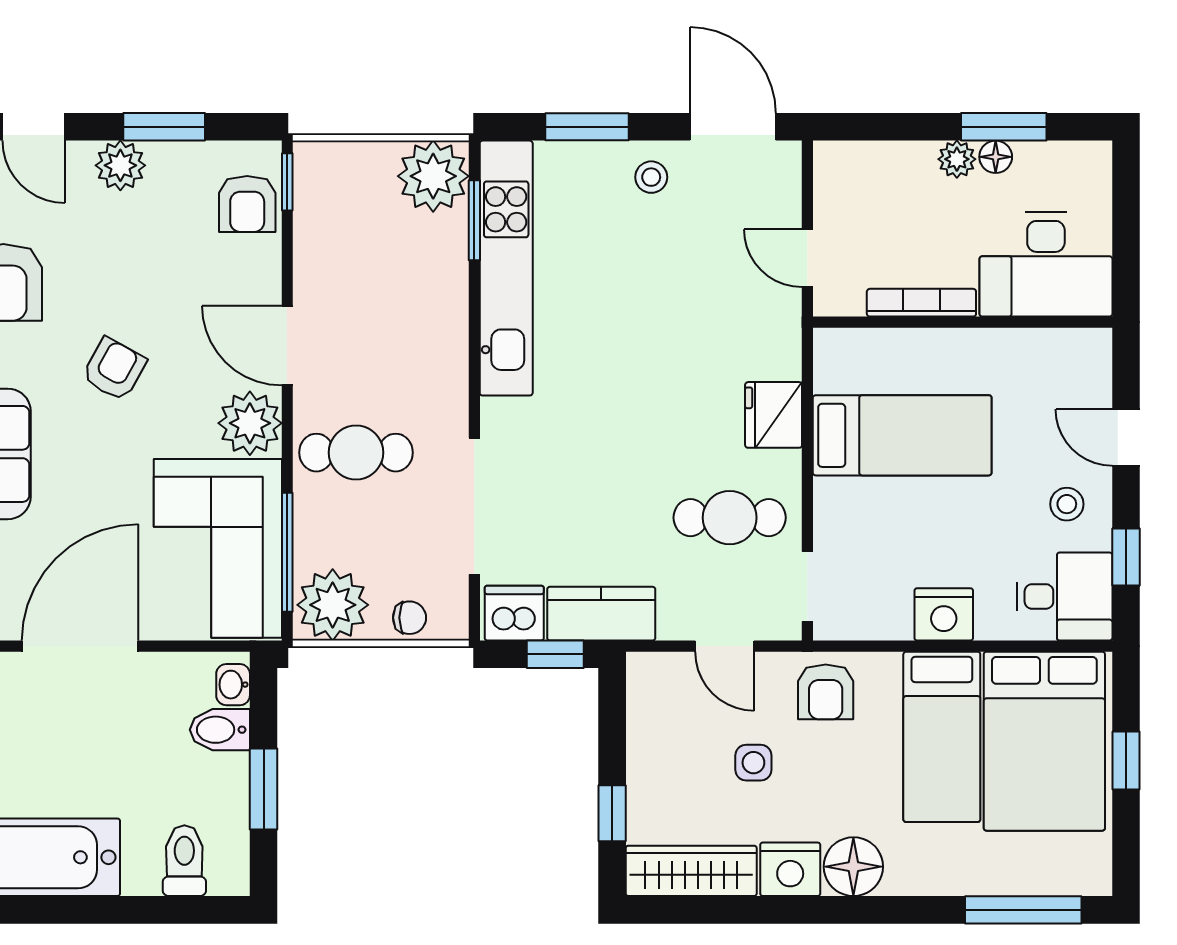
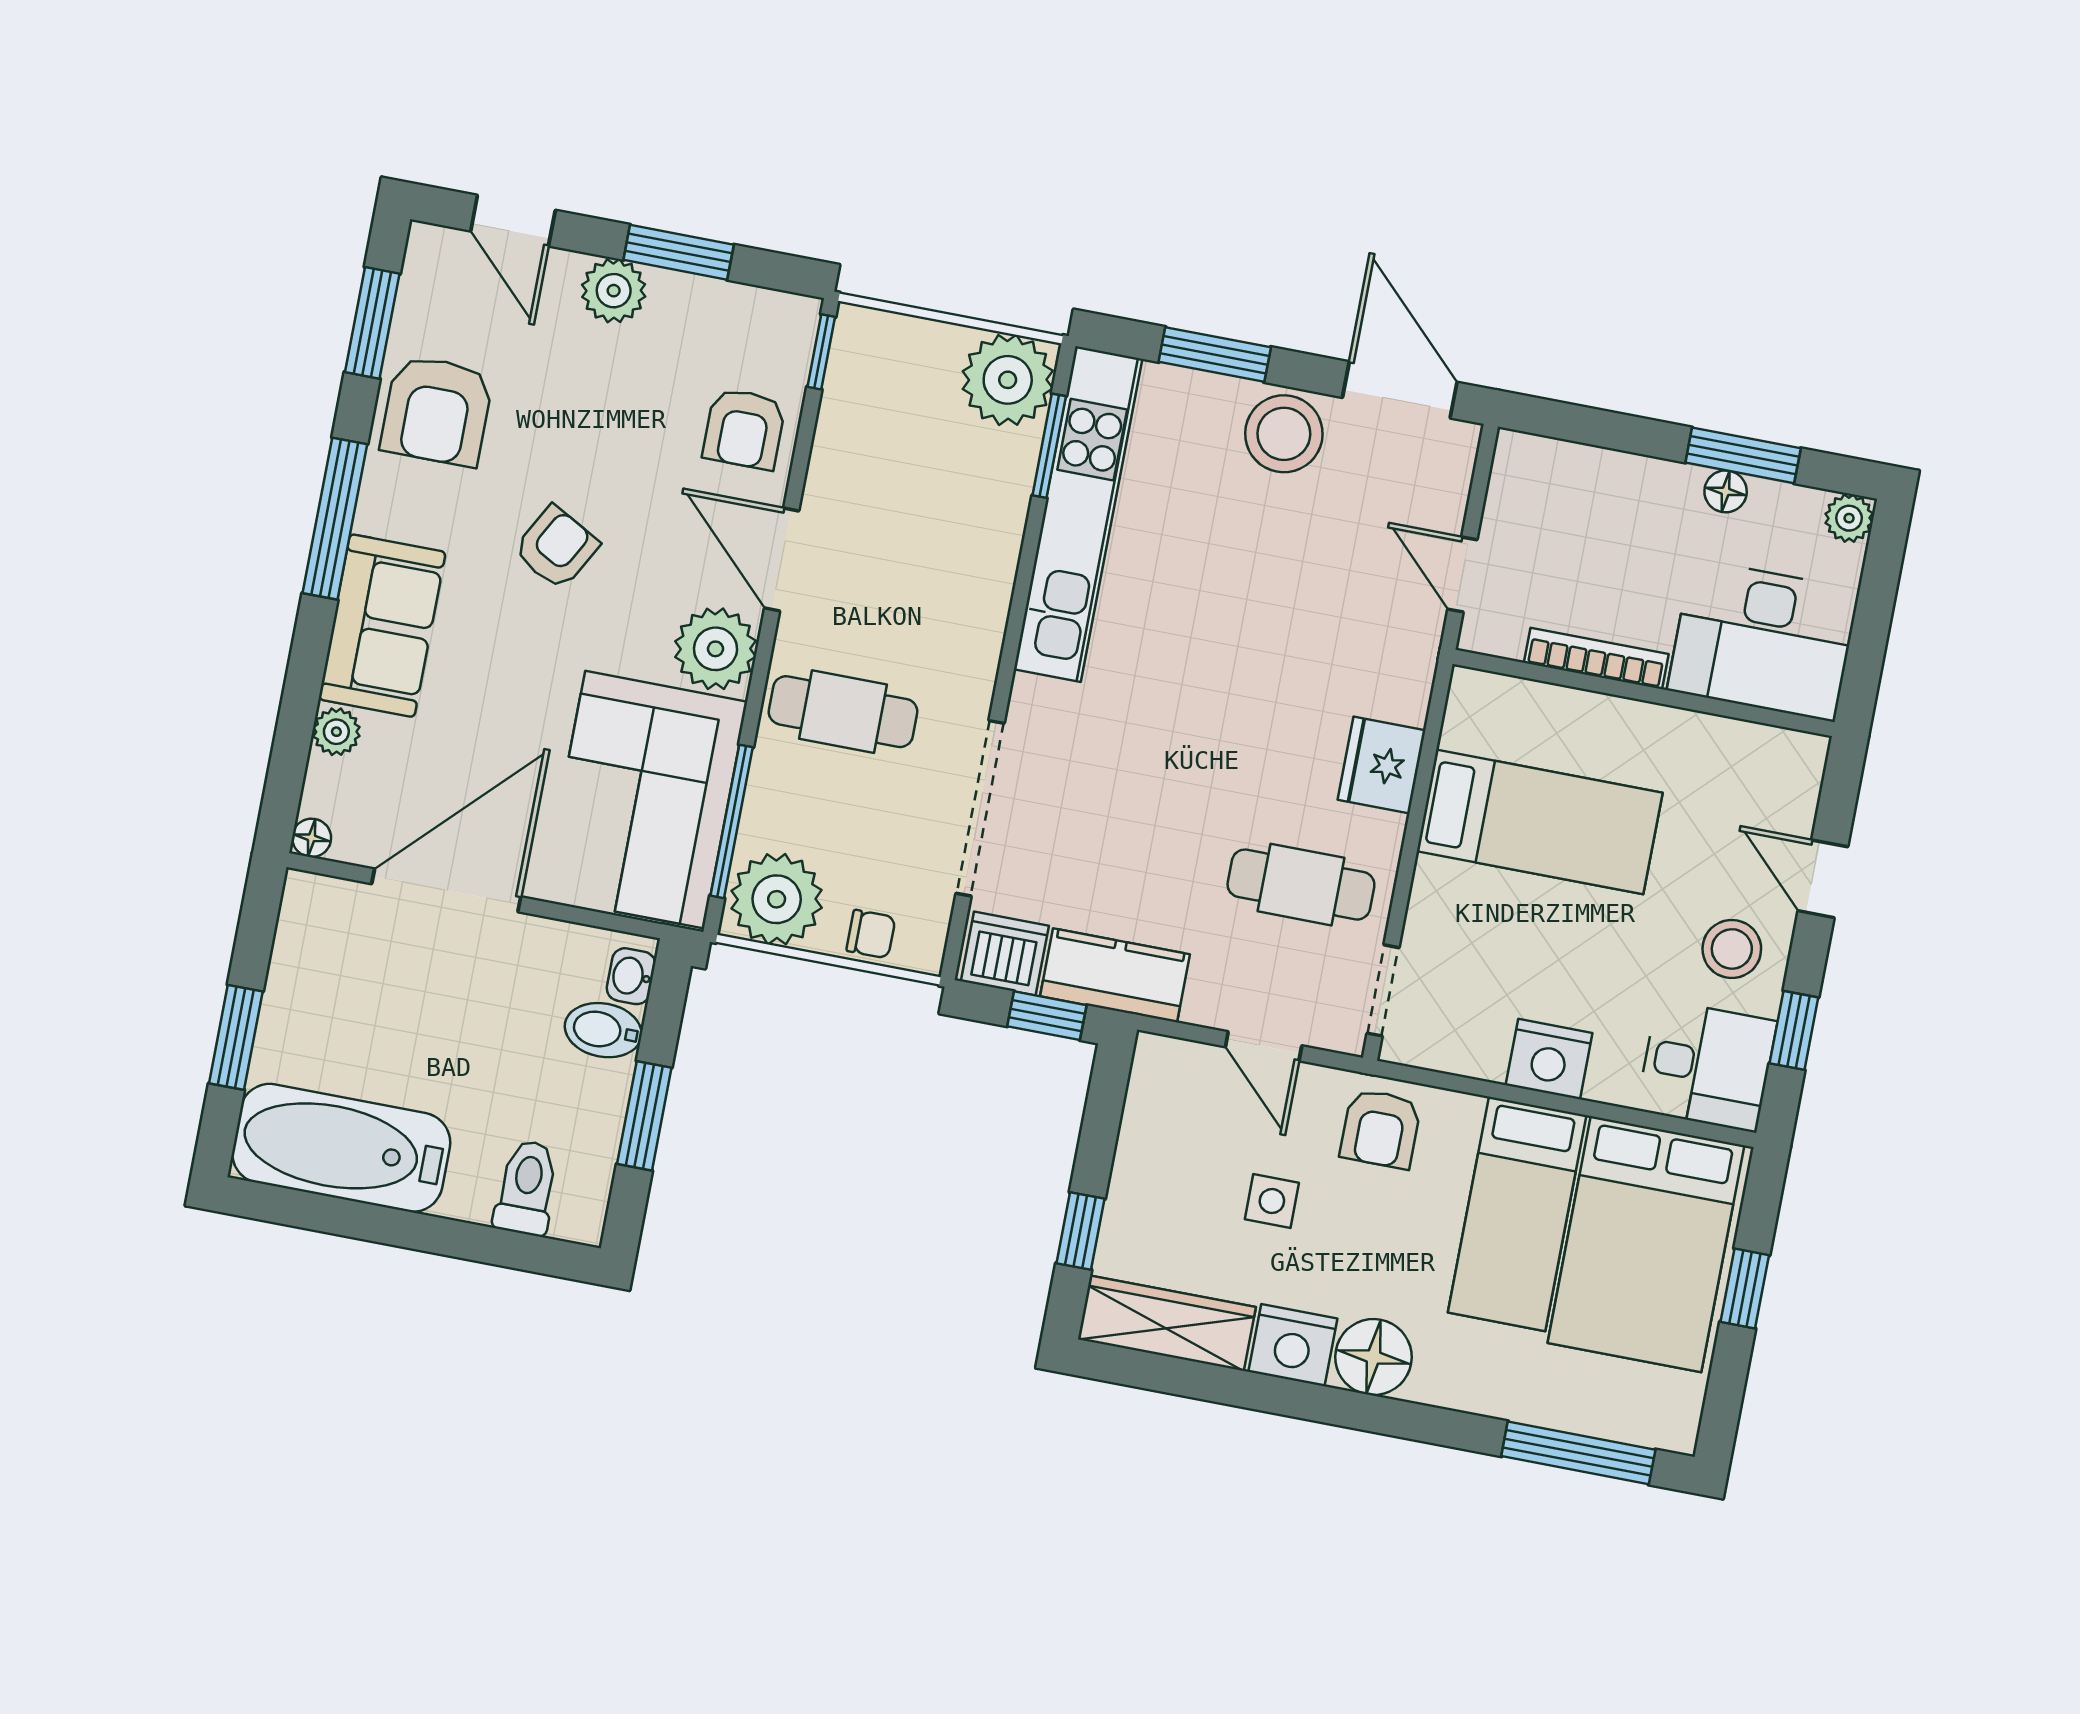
plant: (957, 159) -> (1849, 518), moved
stool: (651, 177) -> (1284, 434), width x1.89, depth x1.89
armchair: (247, 204) -> (744, 429), moved
stool: (1067, 504) -> (1732, 949), width x1.37, depth x1.37

